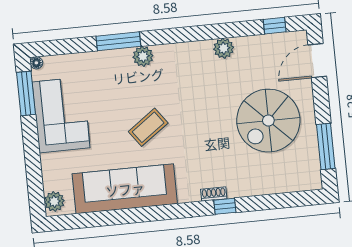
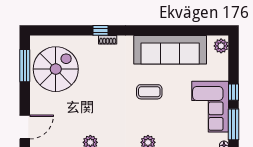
spiral stairs: (268, 121) -> (56, 69), moved
coffee table: (148, 127) -> (149, 92), turned 36
window: (31, 139) -> (233, 92), added

